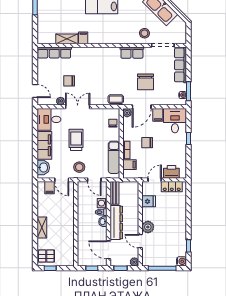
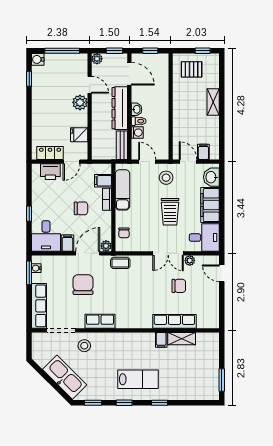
row of seats: (54, 53) -> (174, 321), moved
pallet: (46, 256) -> (192, 69), moved

